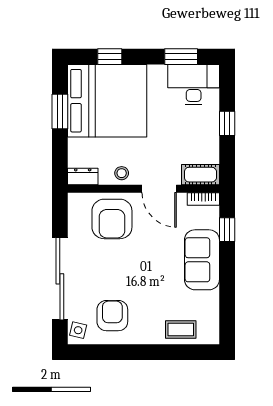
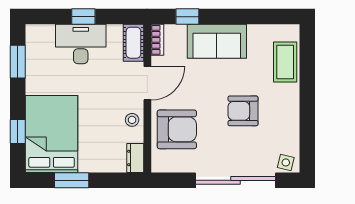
desk: (194, 85) -> (81, 44), moved, turned 90
bed: (107, 101) -> (52, 134), width x0.73
armchair: (112, 316) -> (243, 111), moved
coffee table: (181, 330) -> (285, 62), width x1.36, depth x1.30

